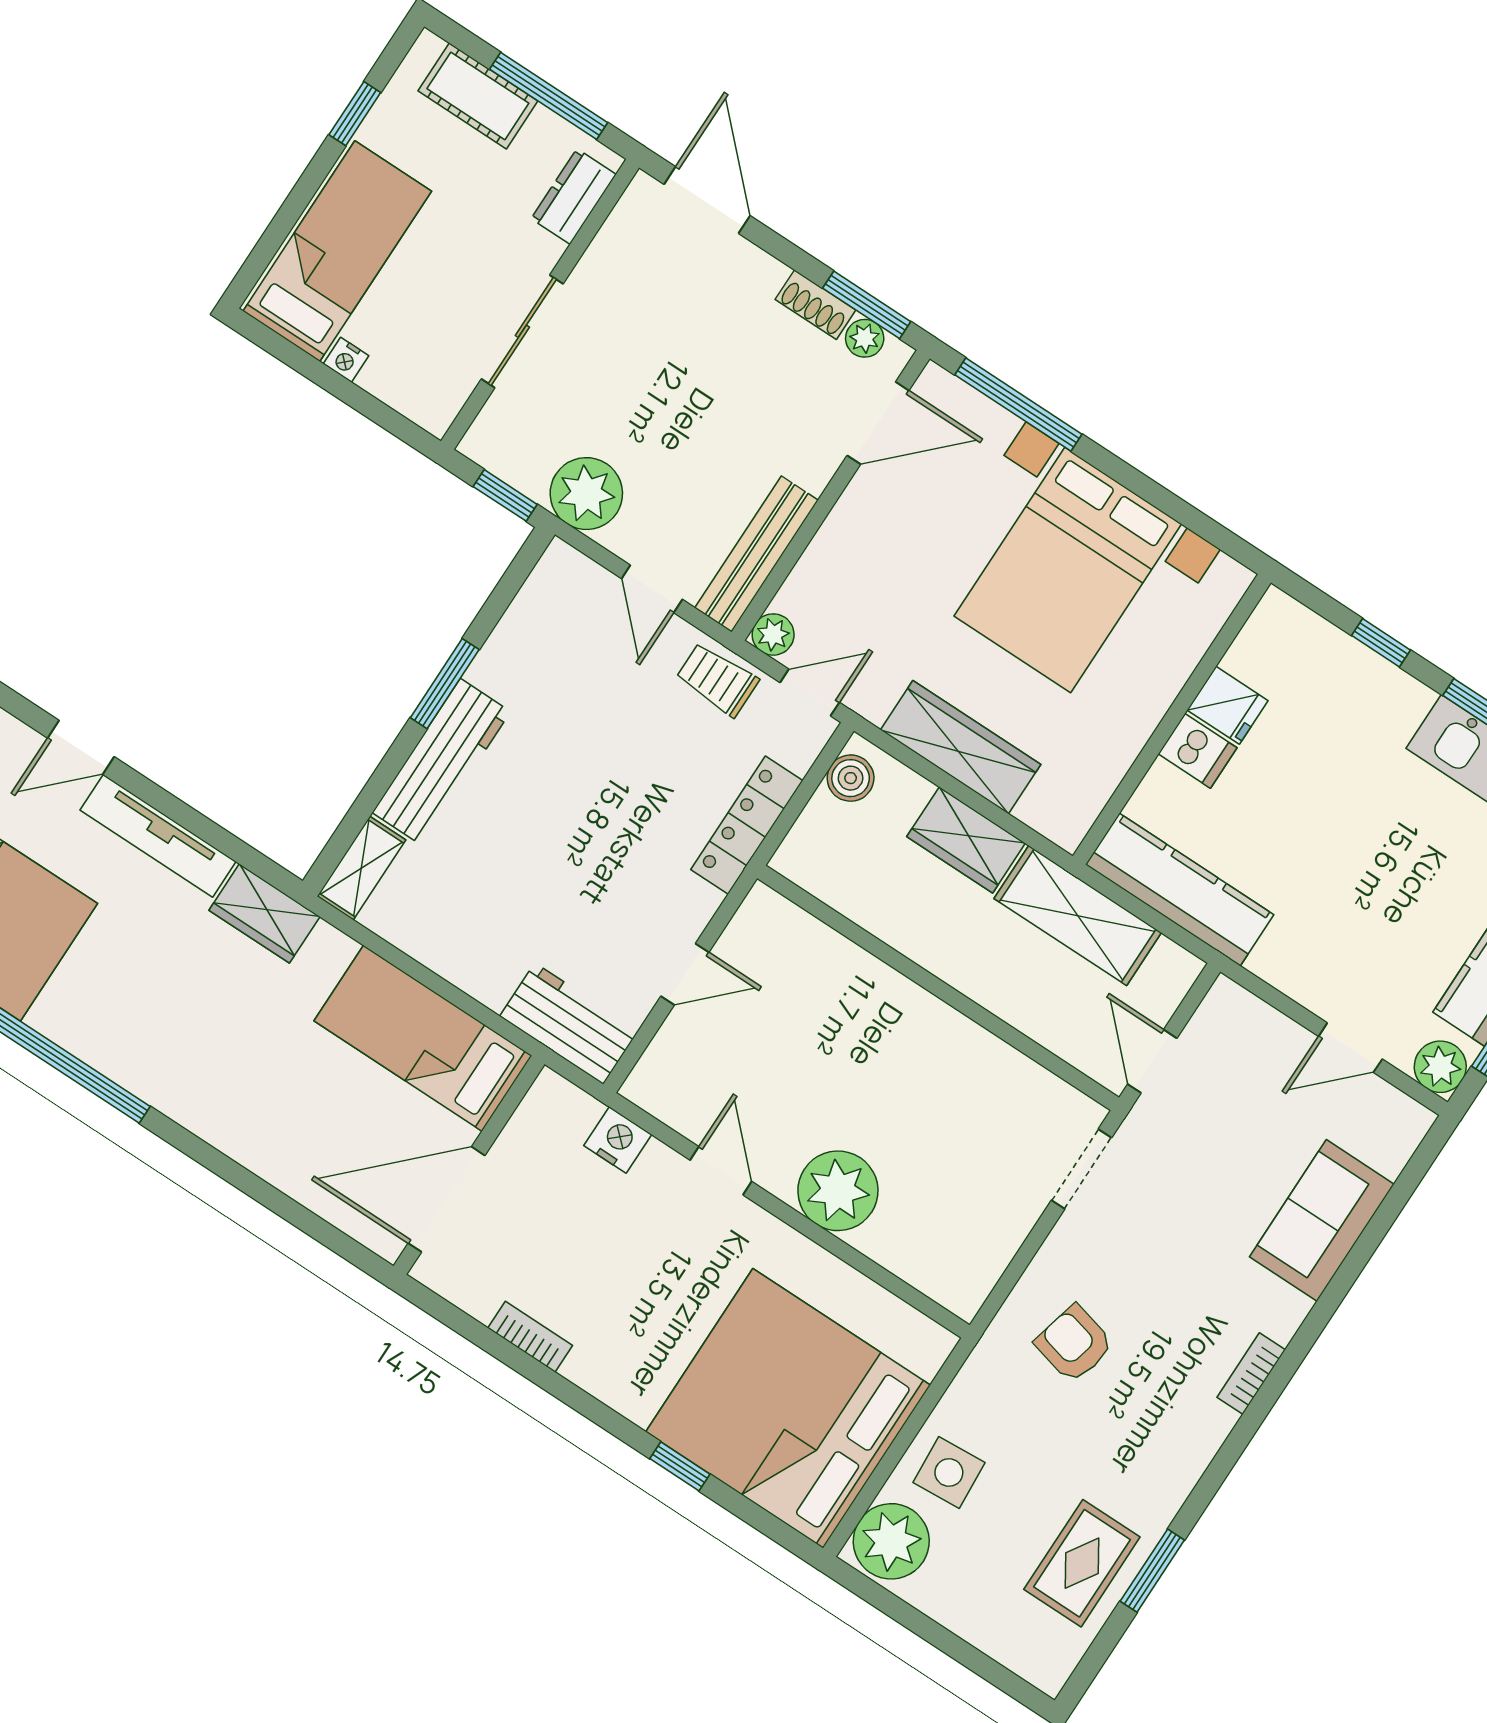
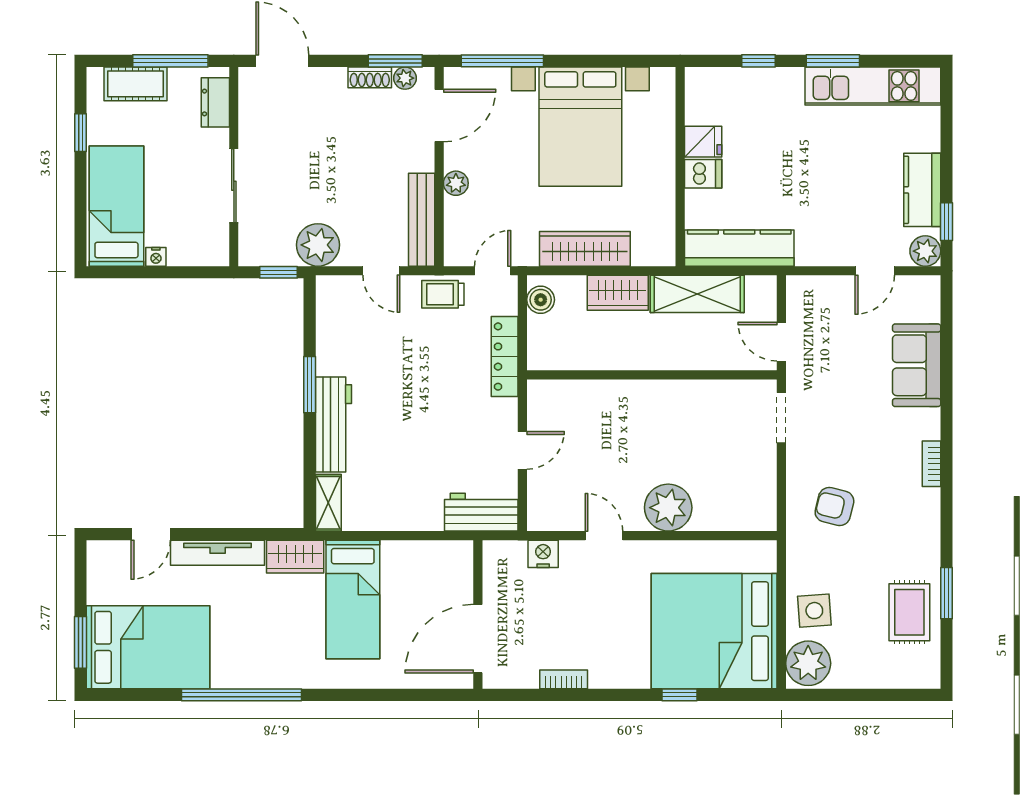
plant: (773, 635) -> (456, 183), moved
bed: (423, 1038) -> (353, 599), moved, turned -90

